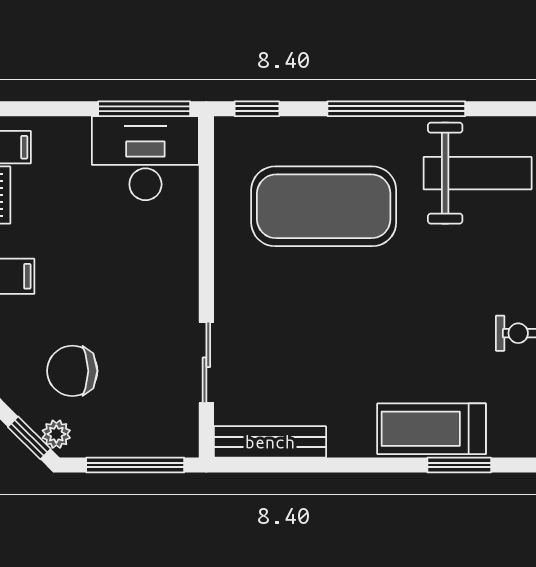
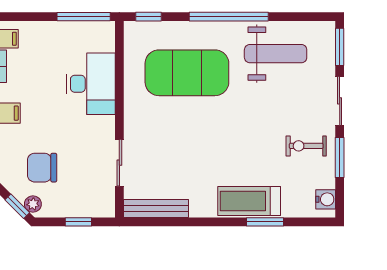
desk: (145, 158) -> (91, 84), moved, turned 90
window: (135, 465) -> (78, 222), width x0.46

